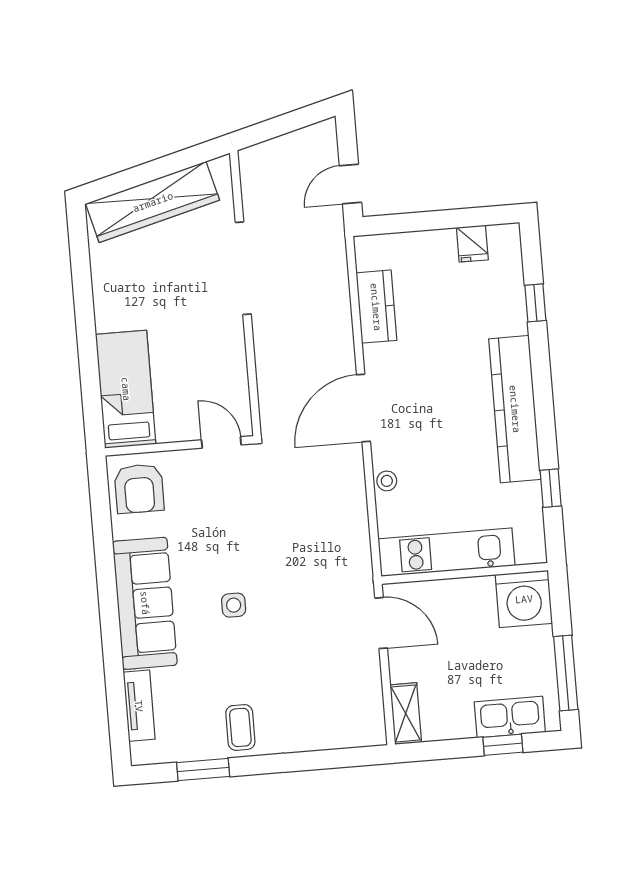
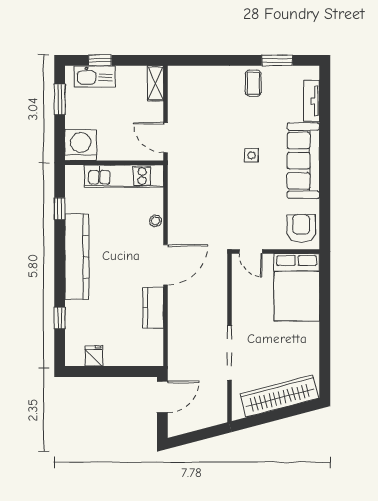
door: (350, 184) -> (162, 397), width x1.38
kitchen counter: (376, 307) -> (153, 308), moved
bed: (126, 389) -> (297, 287), width x1.50
window: (566, 673) -> (60, 99), width x0.69

